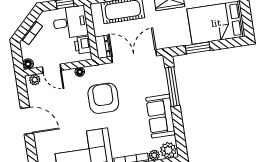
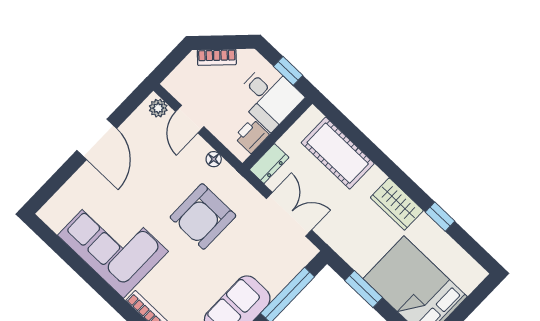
double door: (134, 56) -> (289, 214), width x0.73
floor lamp: (28, 64) -> (172, 84), removed
armchair: (103, 98) -> (203, 216), turned 180

